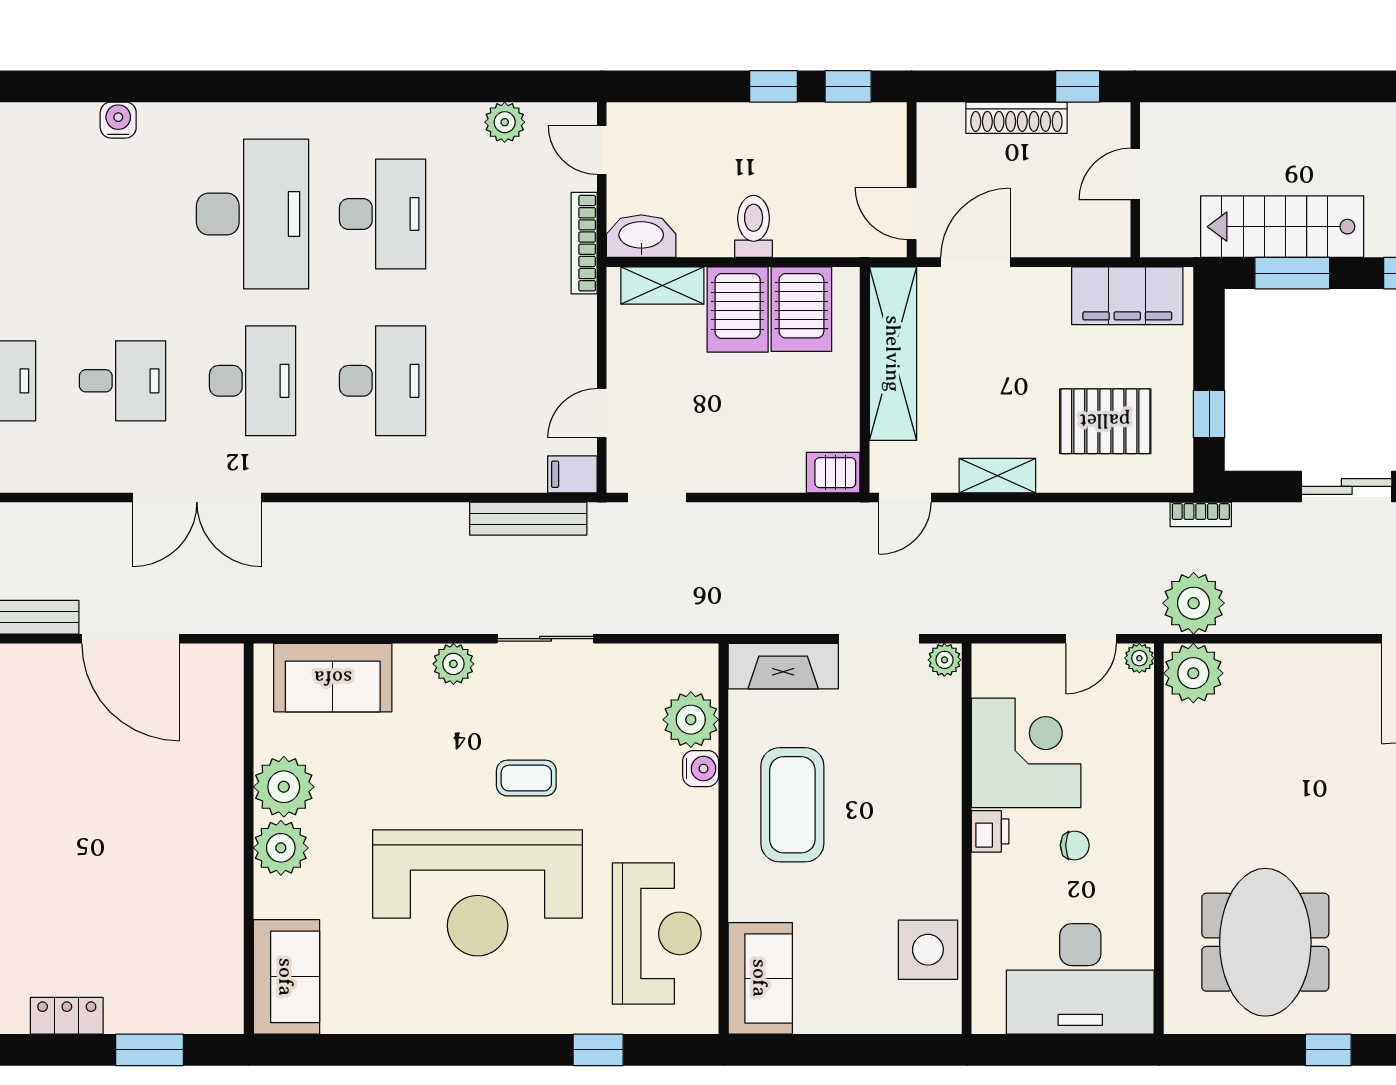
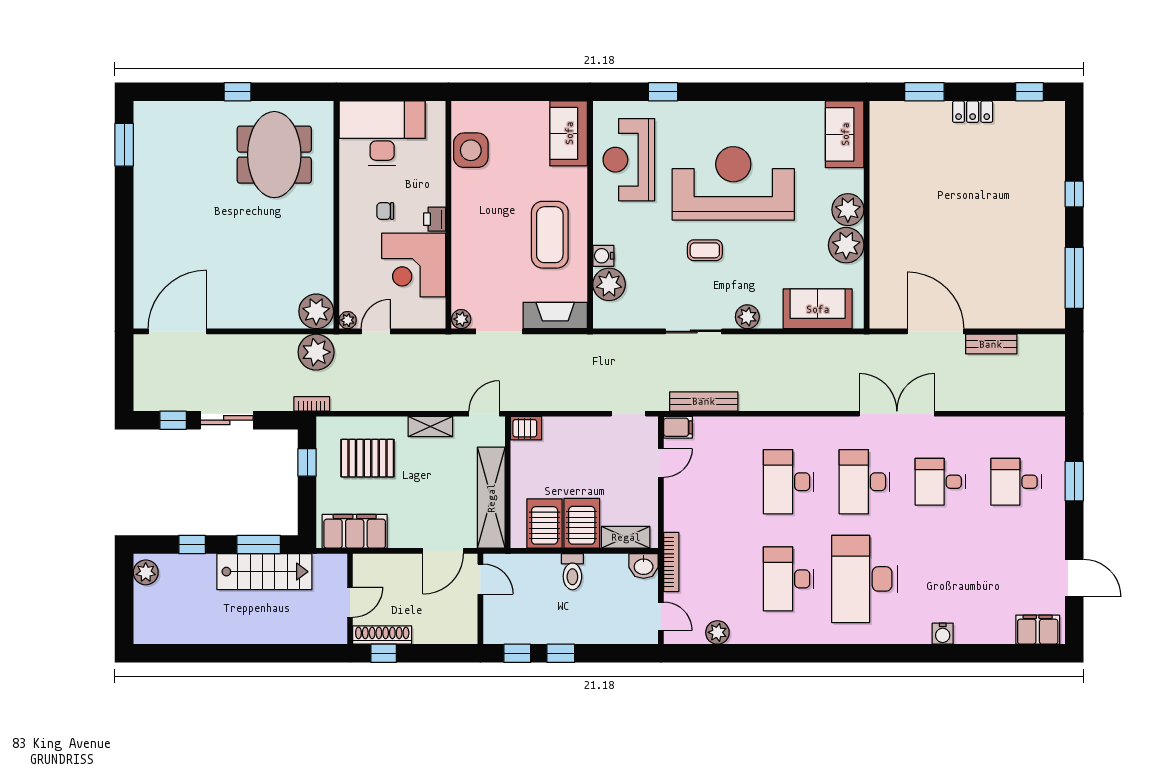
shoe rack: (1016, 118) -> (382, 635), moved
washbasin: (641, 236) -> (644, 566), width x0.72

